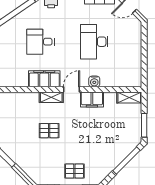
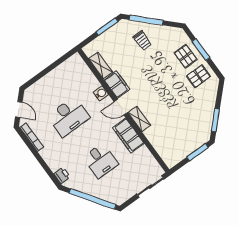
shelving: (129, 97) -> (101, 65), moved
pallet: (49, 131) -> (198, 76), moved, turned 90
trolley: (112, 146) -> (142, 41), added

